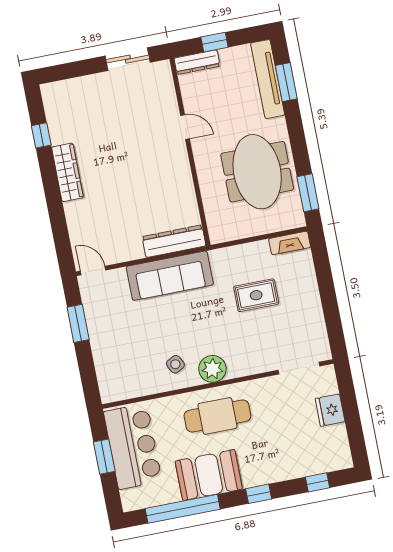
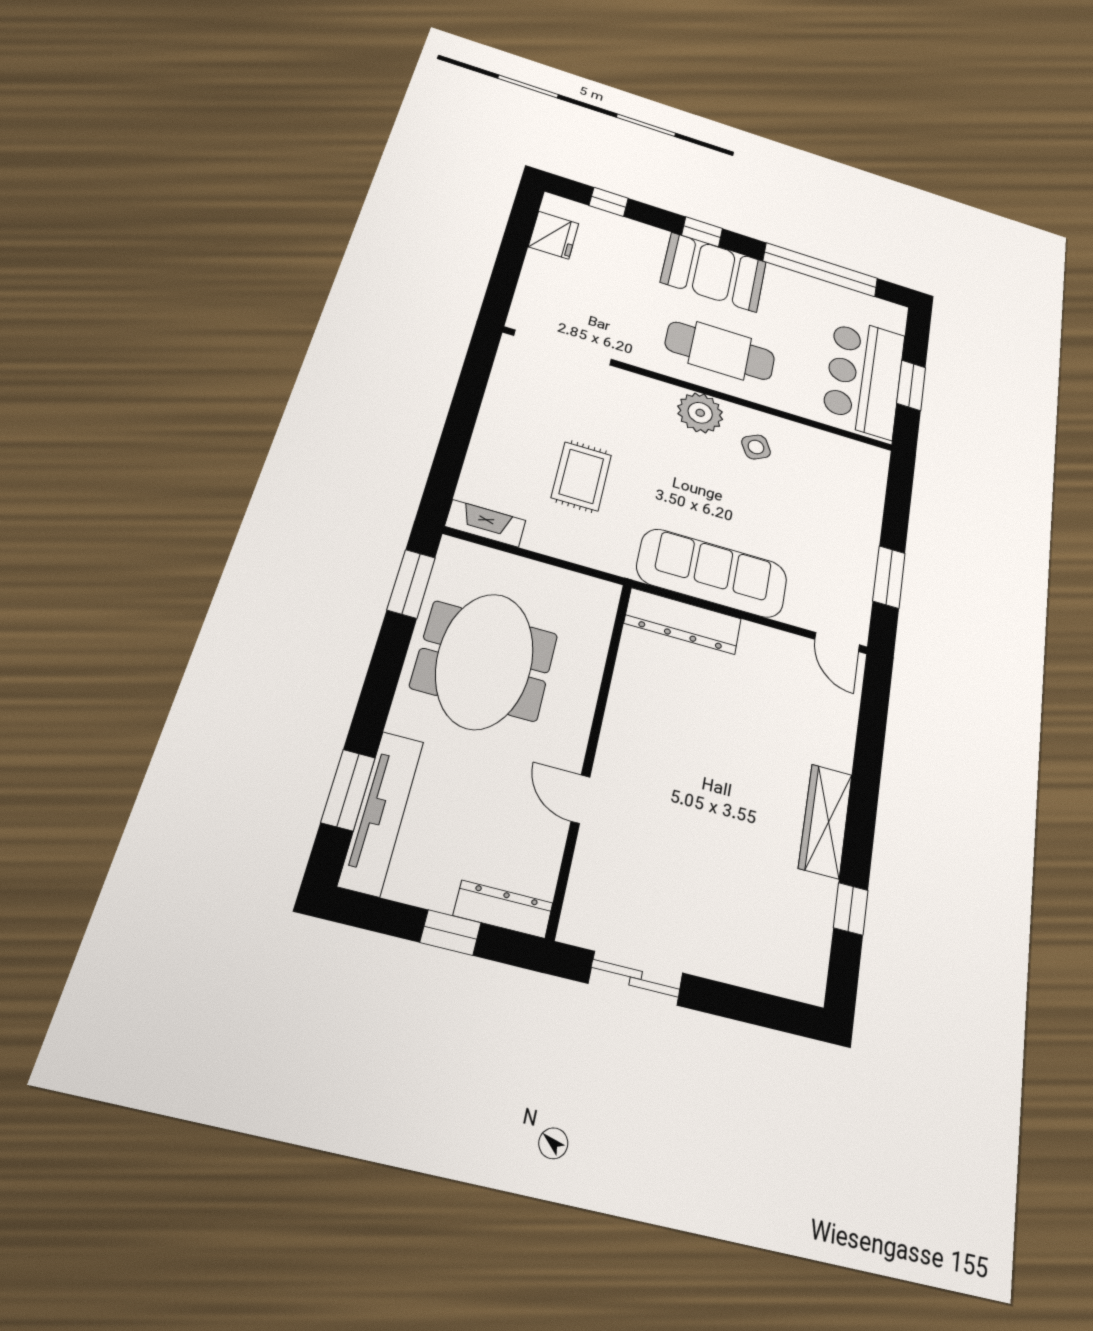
rug: (256, 295) -> (581, 476), turned 90
doorway: (299, 368) -> (563, 348), width x1.36
fridge: (330, 410) -> (554, 235), moved
booth: (209, 475) -> (714, 272), moved

